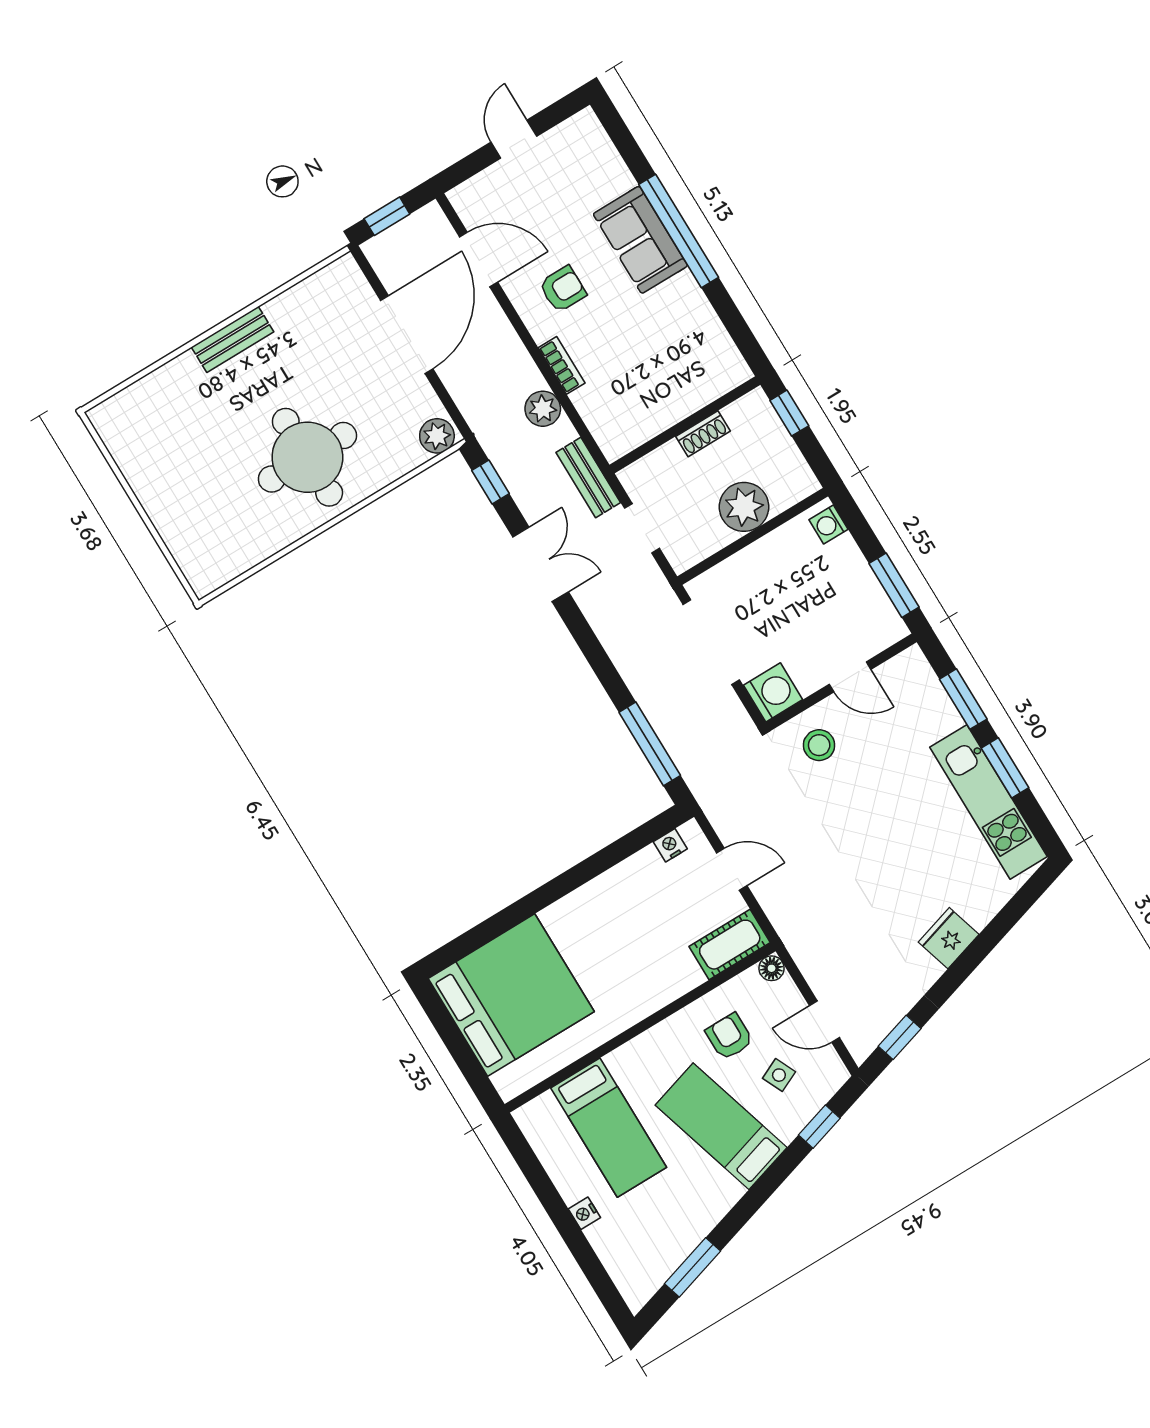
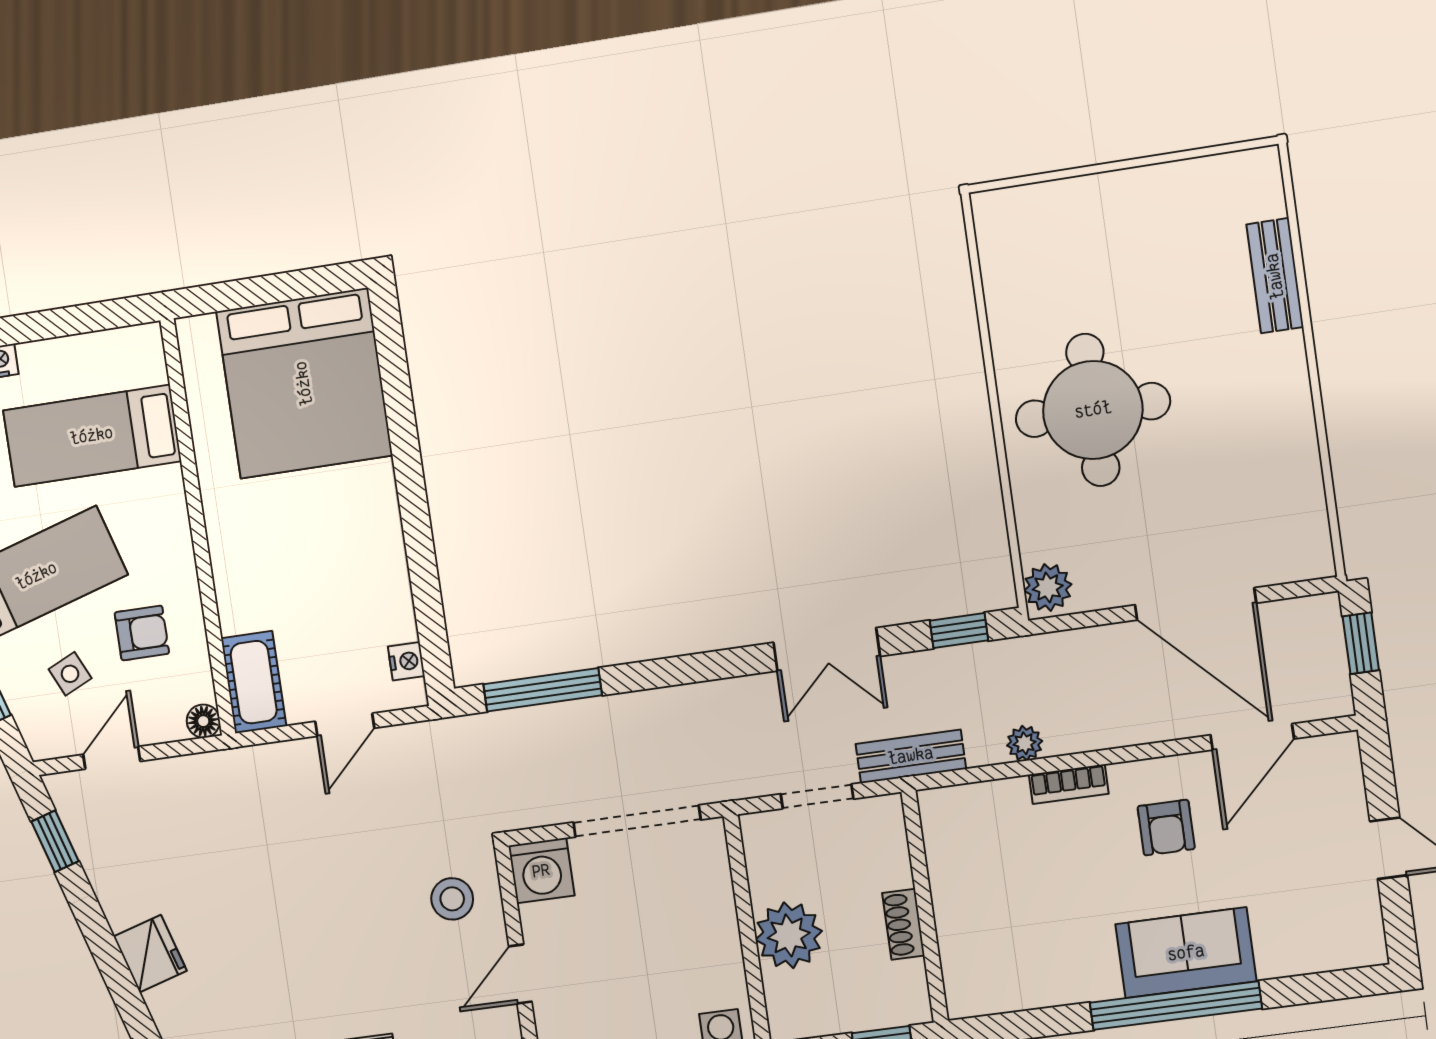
bench: (232, 339) -> (1275, 276), moved
plant: (543, 409) -> (1025, 743), width x0.73, depth x0.73

